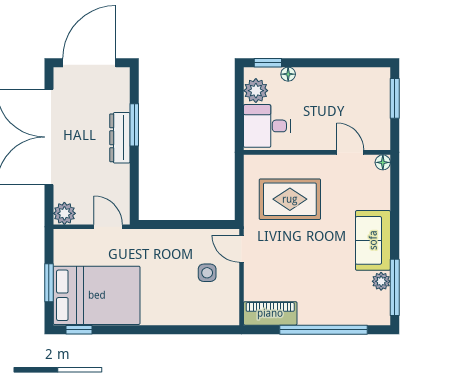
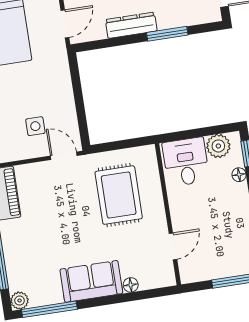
dresser: (120, 138) -> (131, 25), moved
floor lamp: (383, 162) -> (131, 285), moved
door: (241, 249) -> (64, 156), hinge flipped
plant: (381, 281) -> (20, 301), moved

